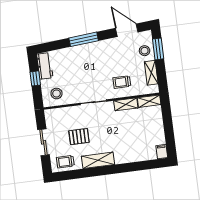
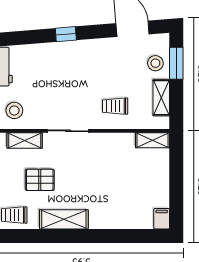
window: (84, 39) -> (66, 34), width x0.46
shelving: (126, 104) -> (25, 140), moved

